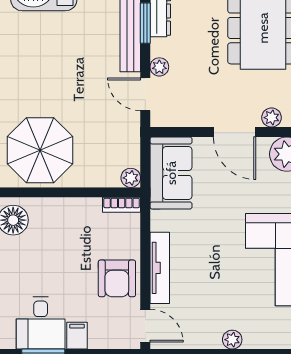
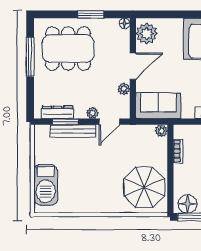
plant: (272, 118) -> (124, 89), moved
bookcase: (122, 205) -> (178, 151), moved

